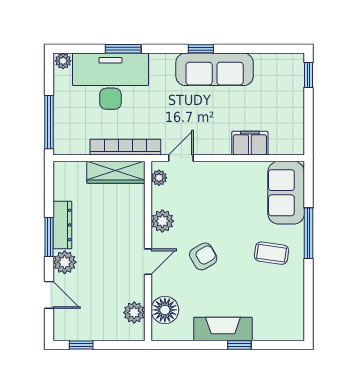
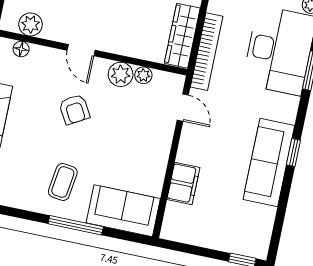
plant: (159, 178) -> (143, 75), moved
floor lamp: (165, 310) -> (21, 49), width x0.53, depth x0.53

